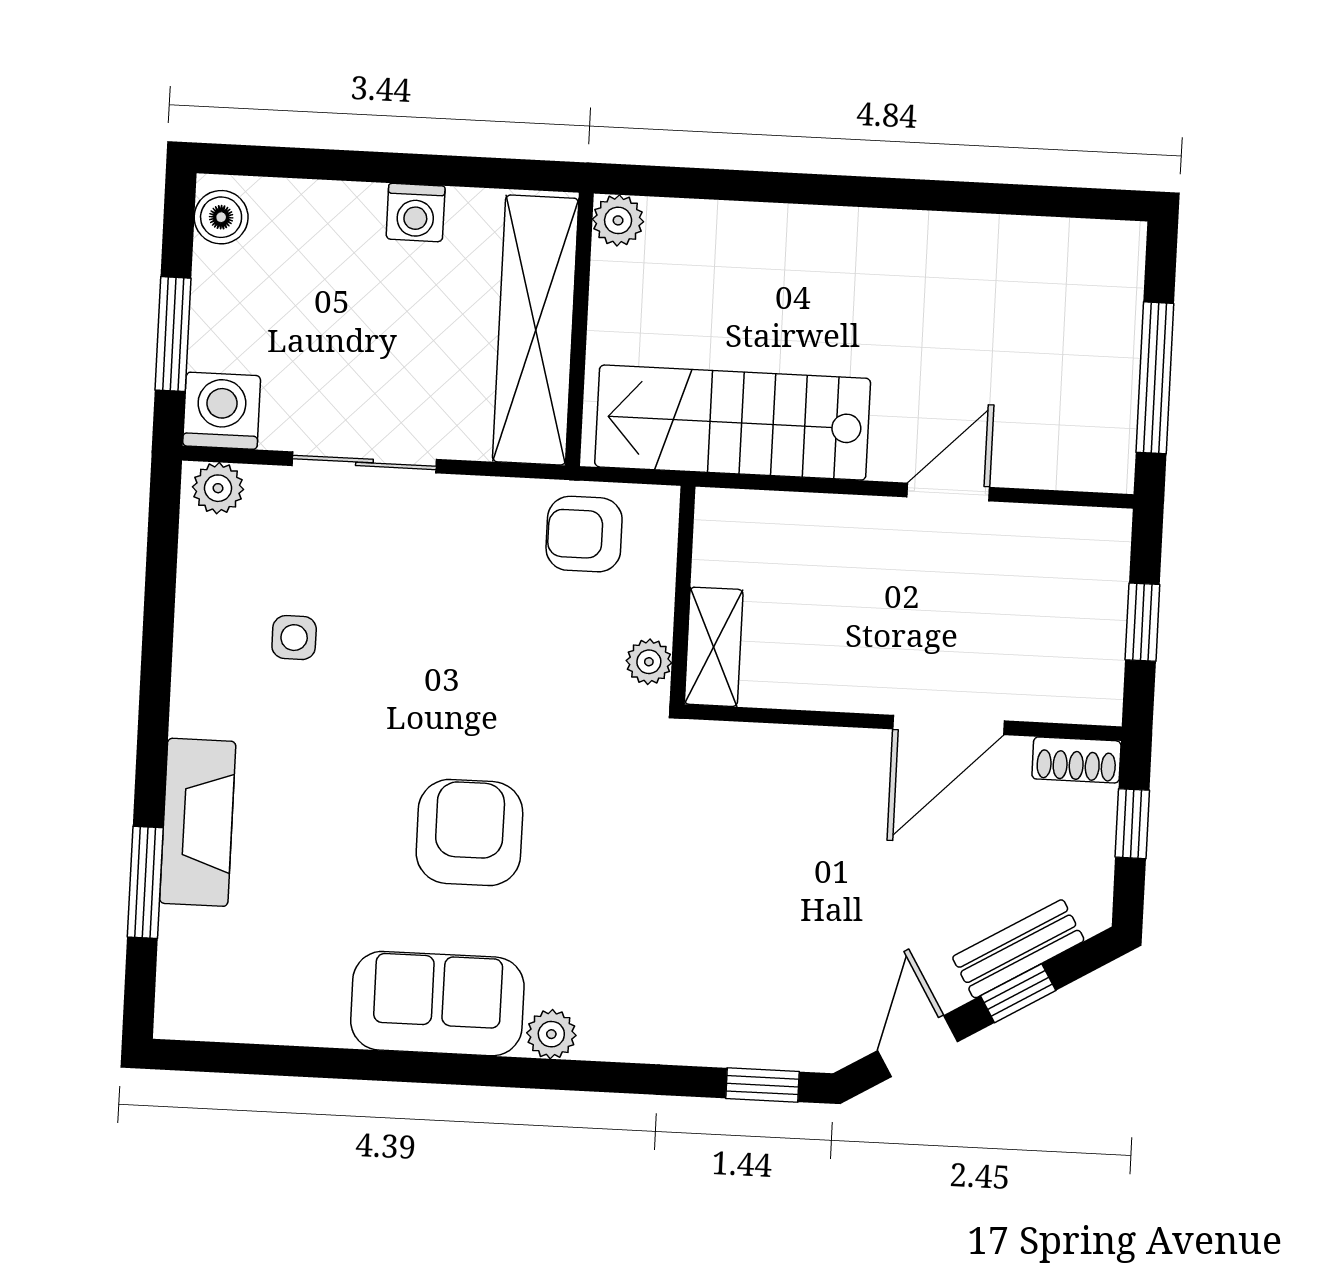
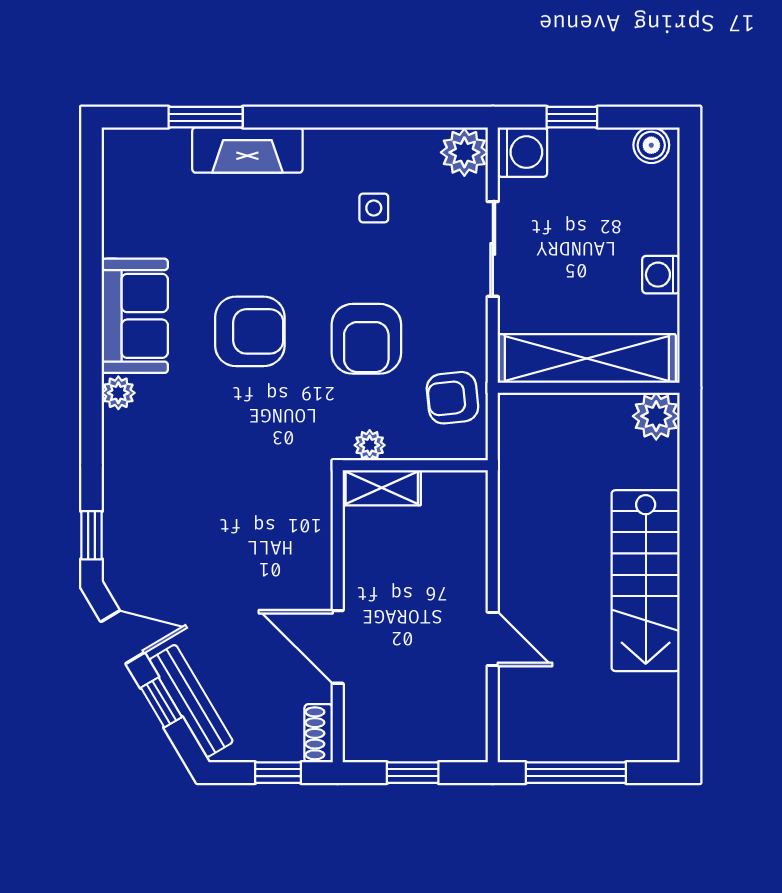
plant: (618, 220) -> (656, 416), width x1.38, depth x1.38
window: (173, 334) -> (572, 117), width x0.67
stairs: (733, 423) -> (646, 581), moved, turned 180
plant: (218, 488) -> (464, 152), width x1.38, depth x1.38
armchair: (584, 534) -> (452, 398), turned -96
armchair: (489, 659) -> (366, 339), added
bench: (1018, 949) -> (191, 701), width x1.36

